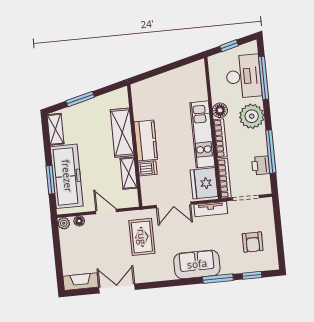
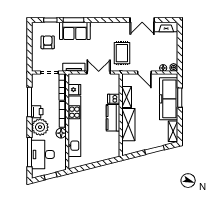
kitchen unit: (202, 134) -> (74, 126), width x1.36
printer: (261, 165) -> (37, 112), moved
fridge: (204, 183) -> (74, 90), width x0.53, depth x0.75
sofa: (197, 264) -> (75, 31), moved

